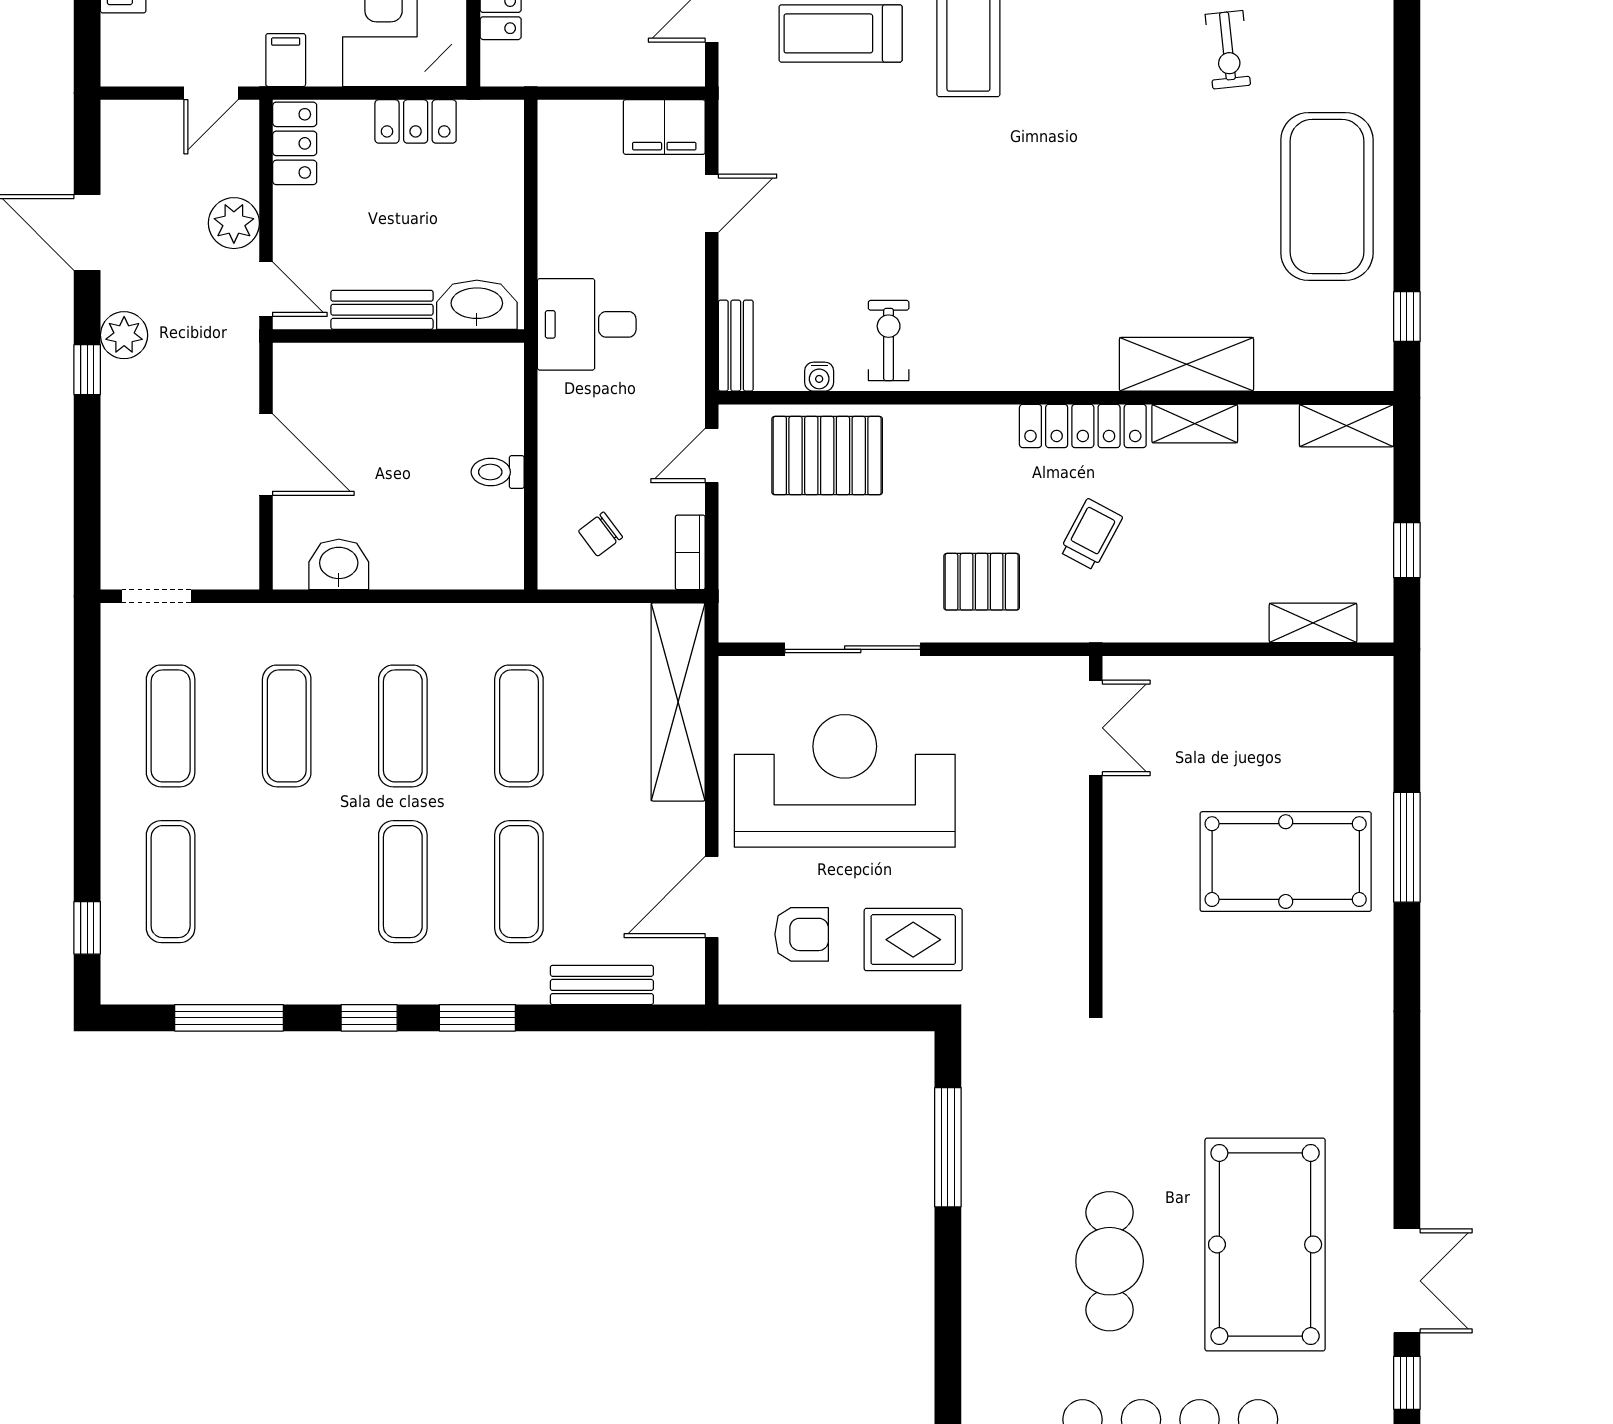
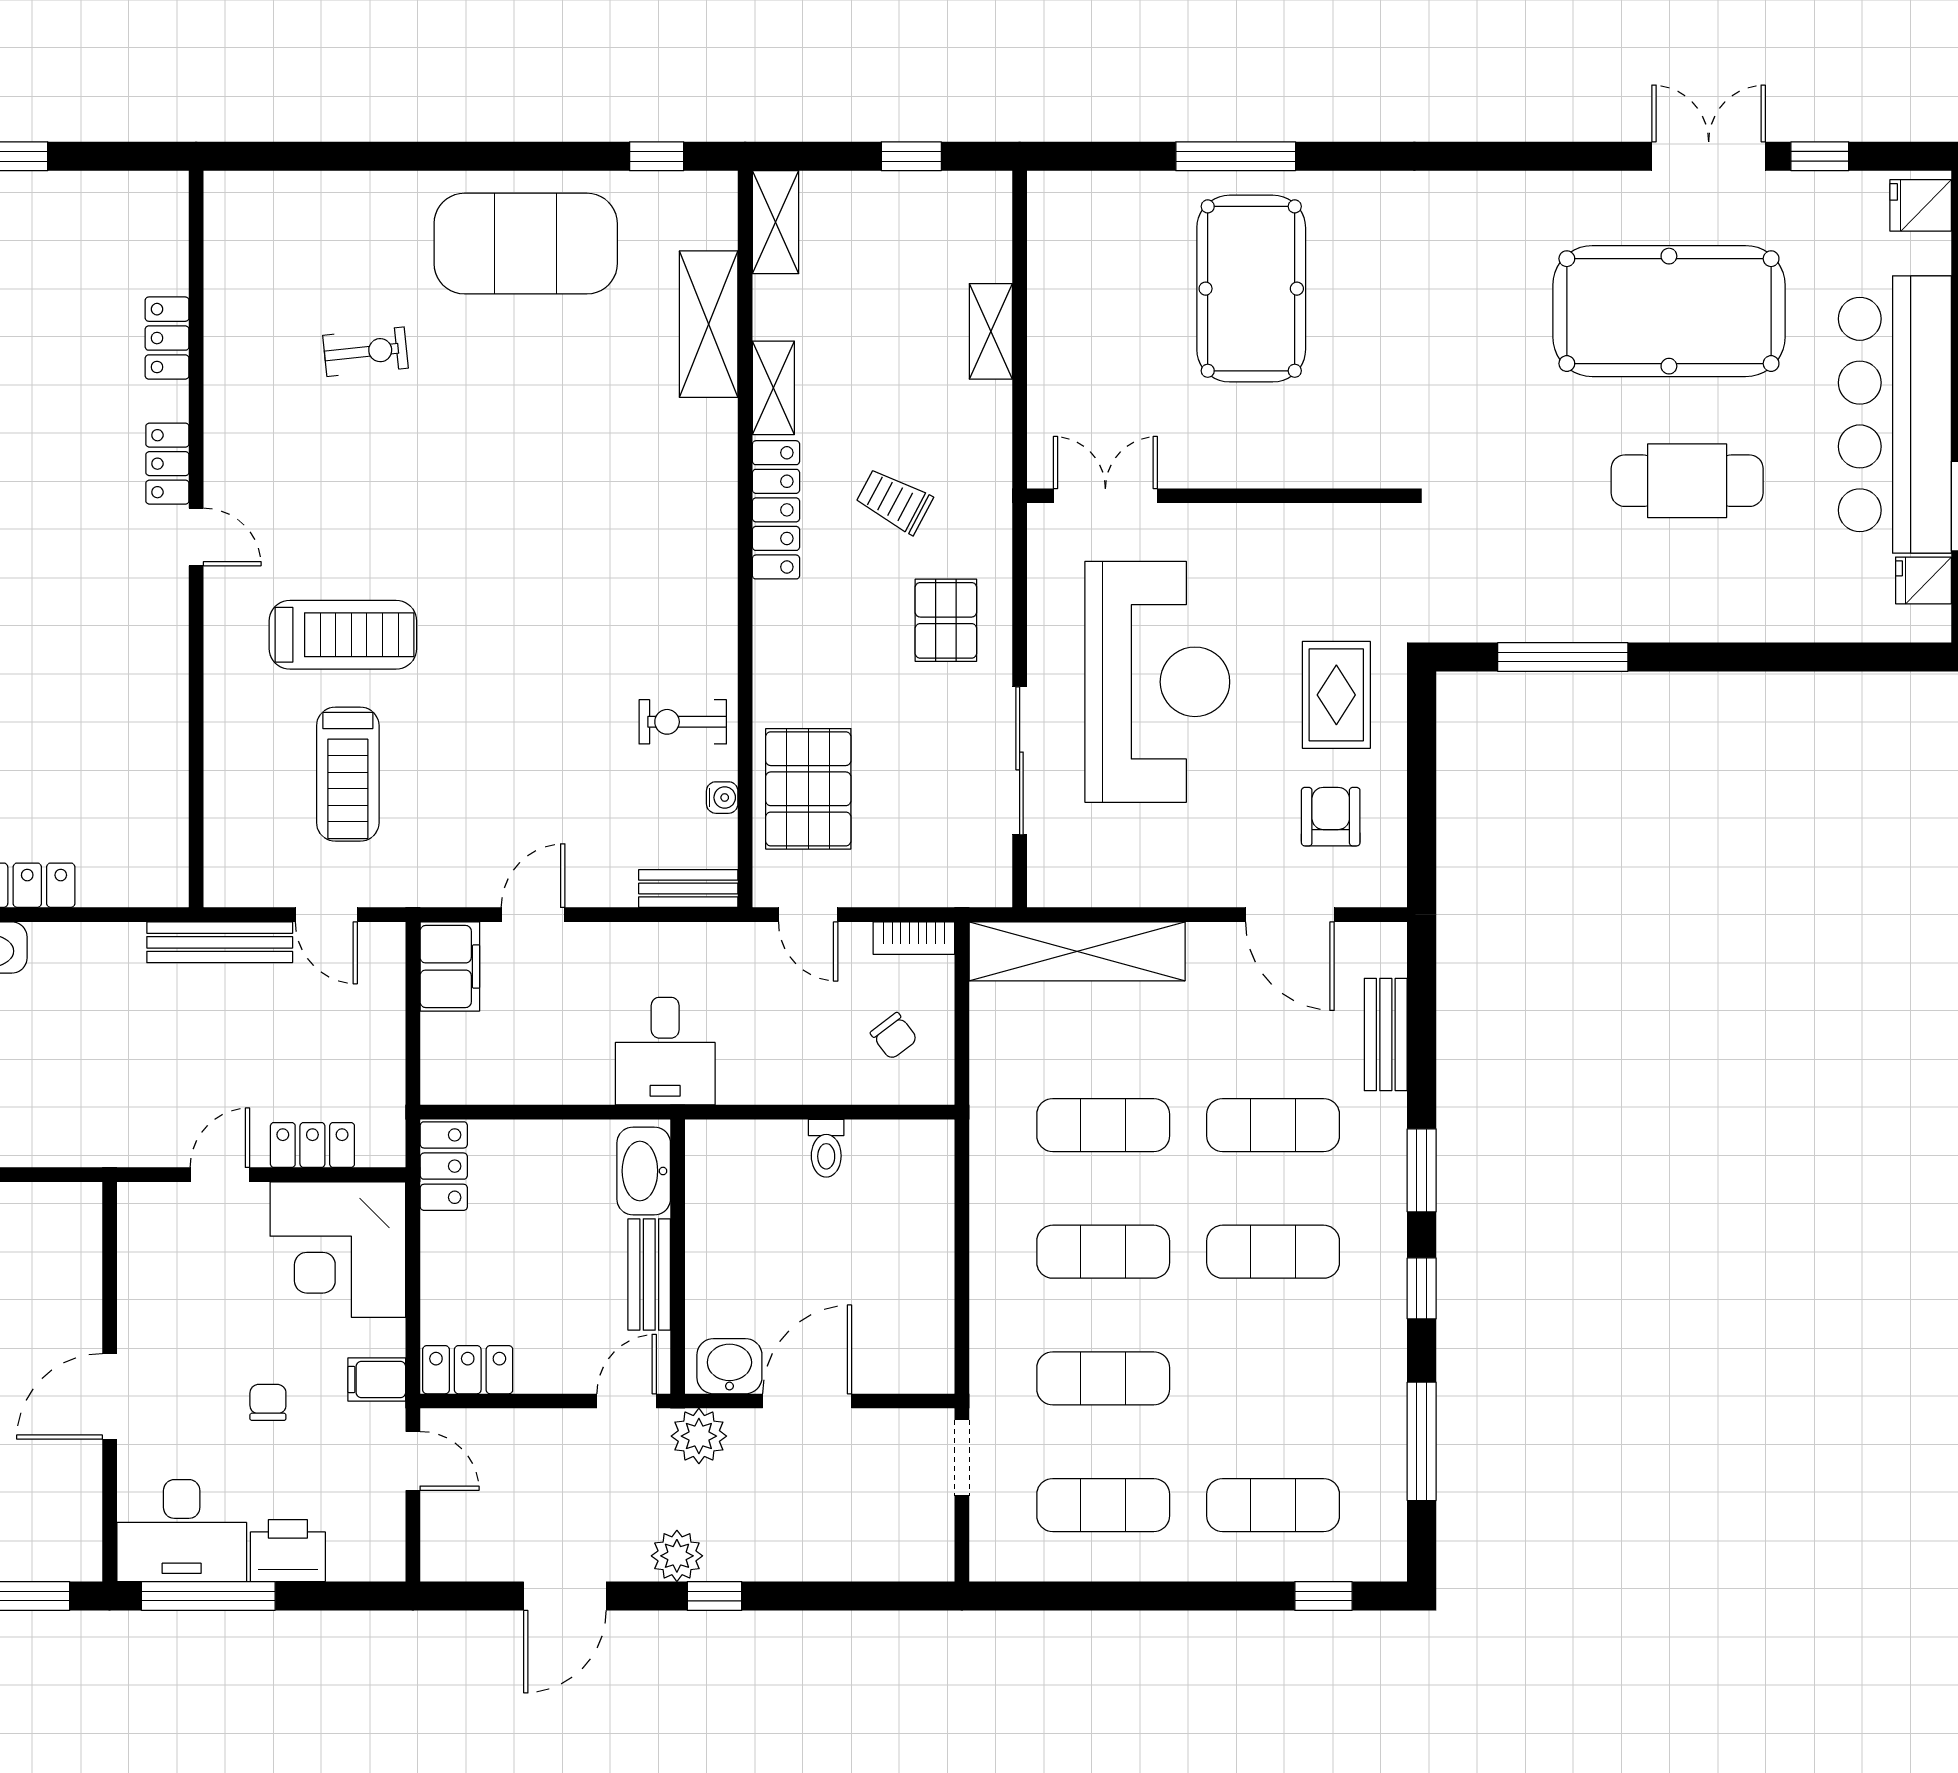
locker: (416, 121) -> (444, 1166), moved
door: (712, 203) -> (533, 915), hinge flipped
plant: (234, 223) -> (699, 1436), moved
shelving: (1186, 364) -> (709, 324), moved
washbasin: (339, 564) -> (729, 1366), moved, turned 90
doorway: (156, 596) -> (962, 1458), moved
shelving: (1313, 623) -> (991, 331), moved
reception desk: (845, 781) -> (1157, 682), moved, turned 180

